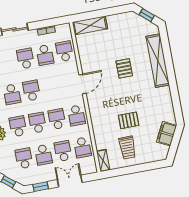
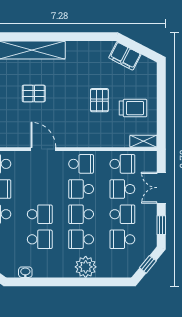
school desk: (31, 91) -> (40, 214), turned 180

